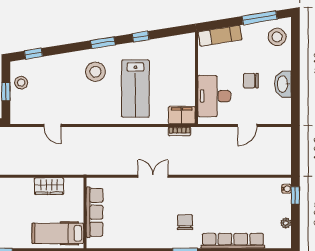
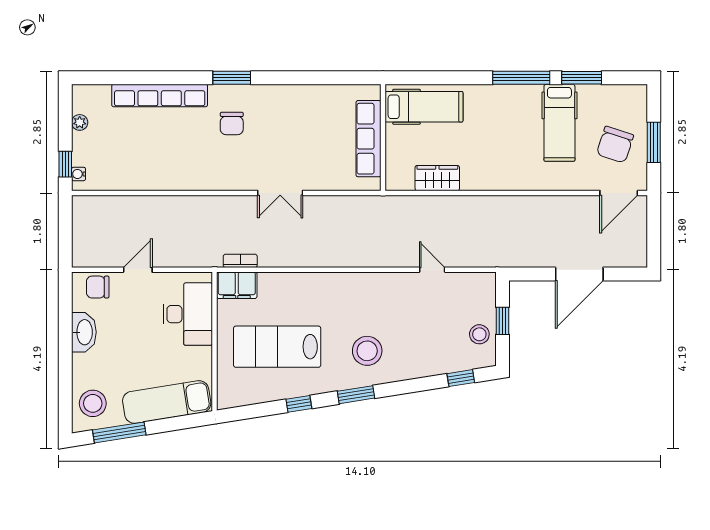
exam couch: (220, 36) -> (167, 402), width x1.36, depth x1.45
chair: (251, 81) -> (98, 287), moved, turned 180
lab bench: (135, 89) -> (277, 347), moved, turned -90

